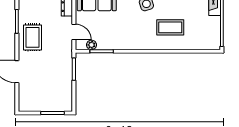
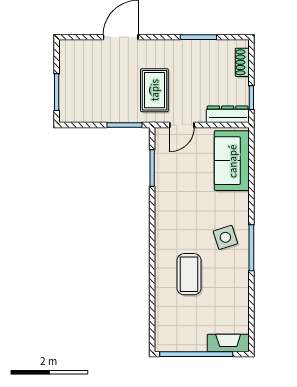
rug: (32, 37) -> (154, 90), moved, turned 90
plant: (91, 45) -> (162, 152), removed

